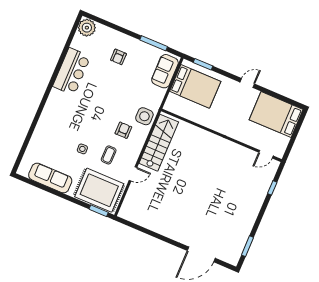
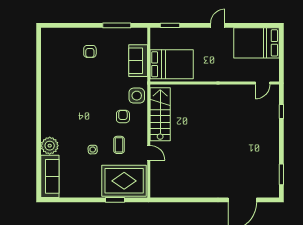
plant: (87, 28) -> (50, 146), moved
bar counter: (72, 71) -> (53, 83), removed
sofa: (165, 71) -> (138, 61), moved
bed: (195, 86) -> (172, 64), moved
door: (133, 174) -> (149, 153), hinge flipped
sofa: (50, 178) -> (50, 176), moved, turned 90
window: (99, 211) -> (115, 200), moved

